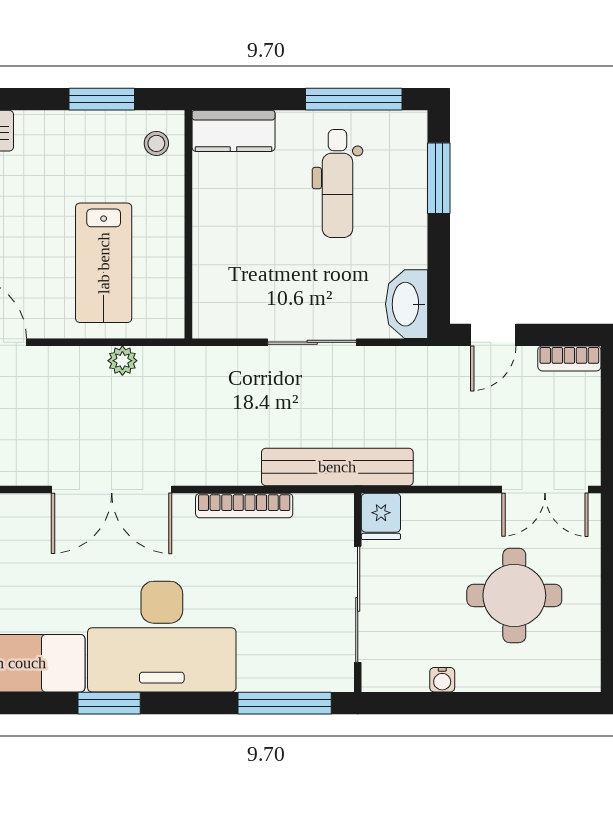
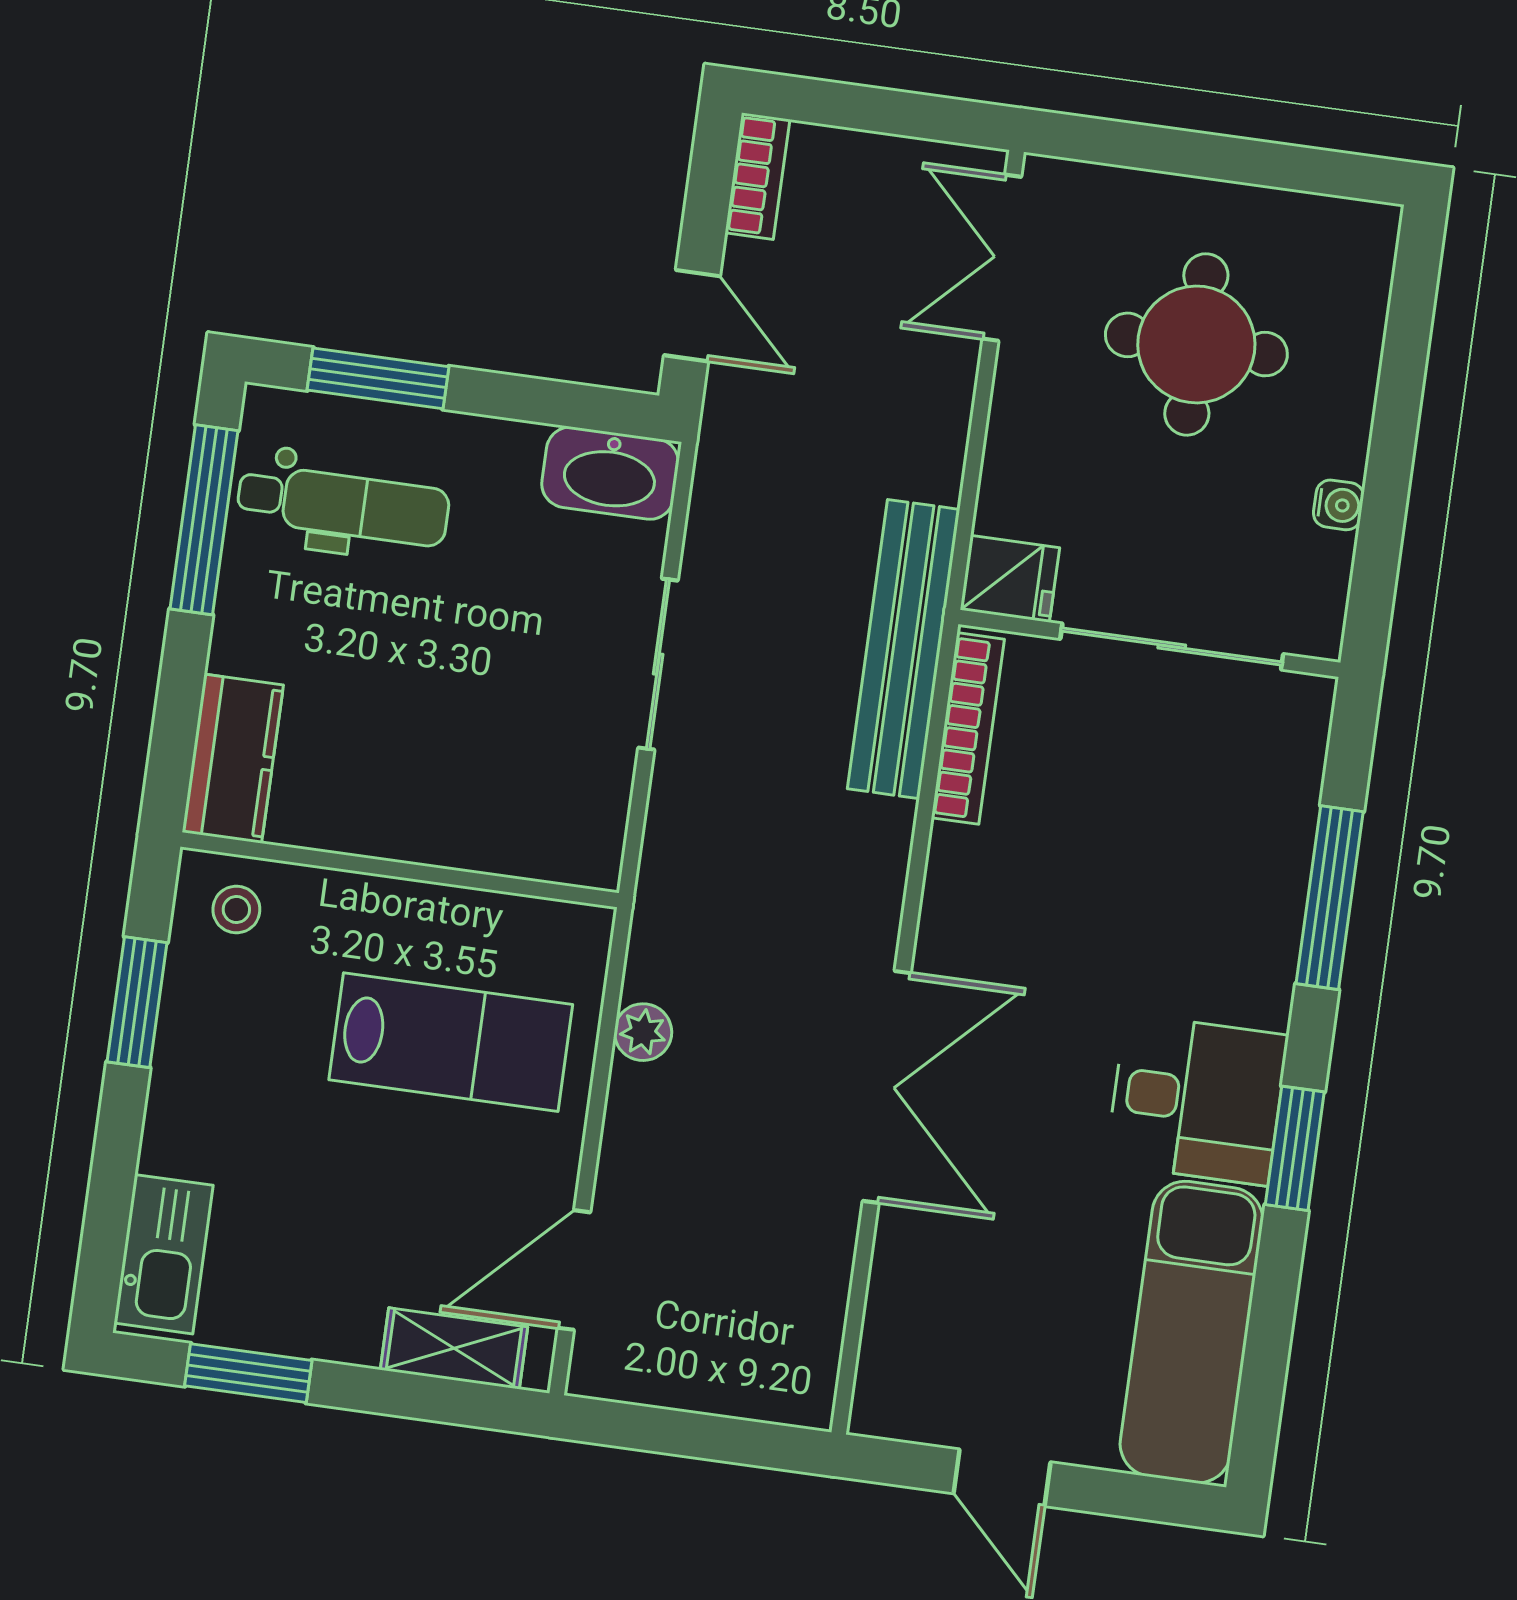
dental chair: (337, 183) -> (343, 505), moved
double door: (545, 489) -> (1002, 258), swing flipped
bookcase: (244, 506) -> (968, 728), moved
desk: (162, 637) -> (1197, 1100), width x0.53, depth x0.77
window: (285, 703) -> (1330, 898), moved

